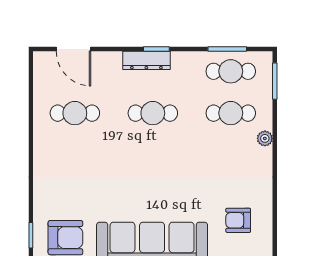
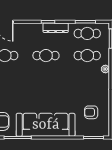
dresser: (146, 60) -> (56, 28), moved

